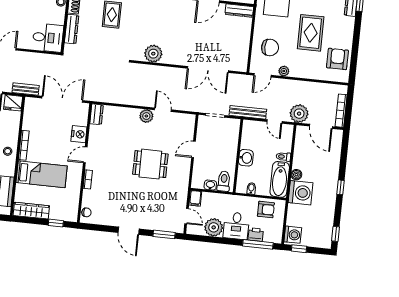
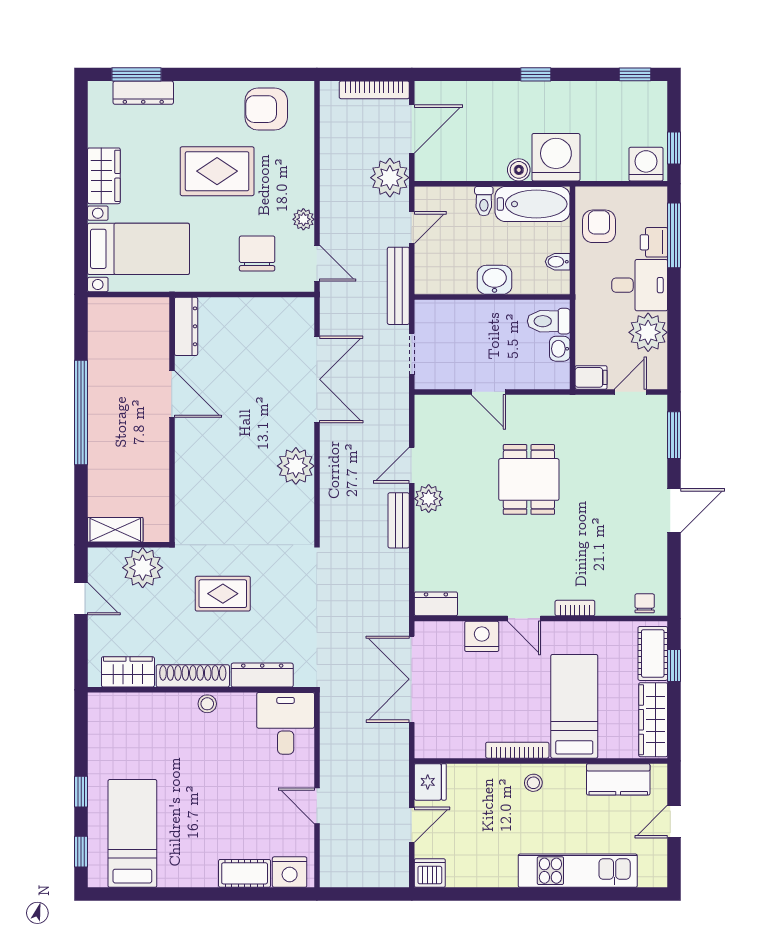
plant: (153, 54) -> (296, 466), moved
bench: (26, 89) -> (399, 520), moved
cot: (63, 214) -> (653, 653), added

